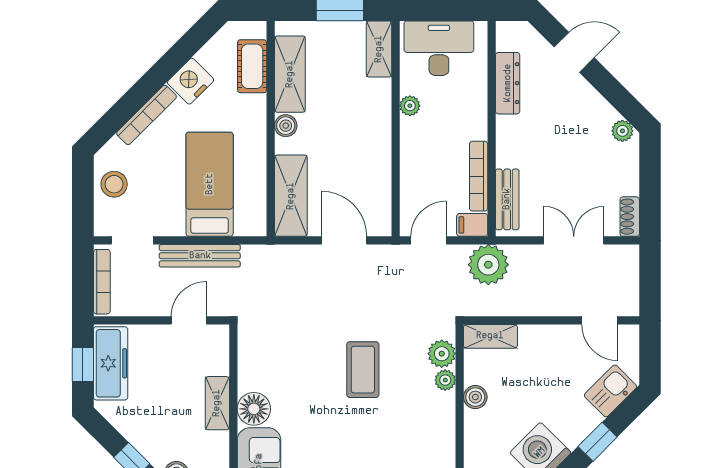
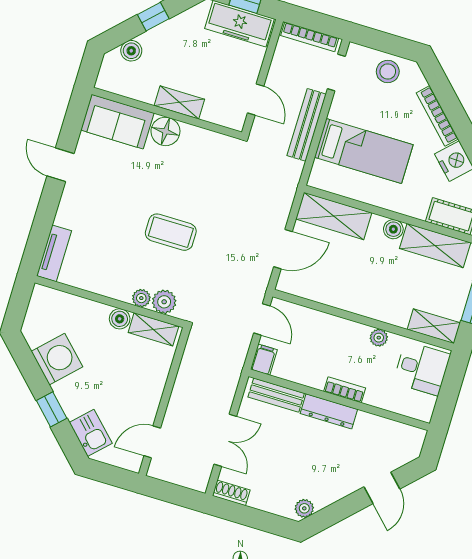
desk: (439, 48) -> (422, 368), width x0.73
dresser: (508, 83) -> (329, 411), moved
bookcase: (479, 176) -> (345, 390), moved, width x0.64
plant: (488, 265) -> (227, 363), removed
shelving: (490, 336) -> (153, 329), moved, turned 90

